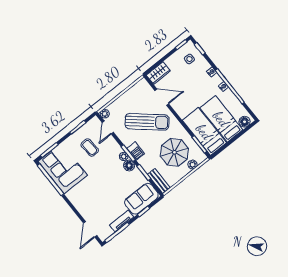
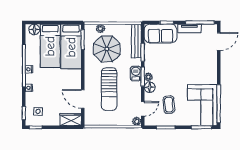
sun lounger: (147, 122) -> (109, 89), turned -131
floor lamp: (129, 165) -> (150, 87), moved
bench: (159, 181) -> (136, 41), width x1.36

